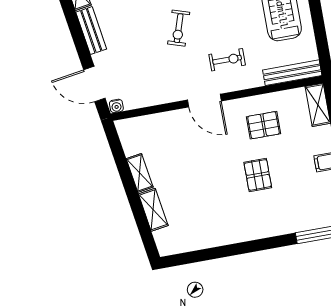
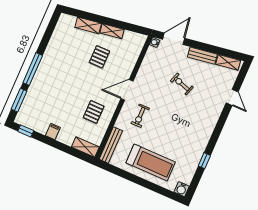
exercise bike: (179, 28) -> (182, 84), moved
pallet: (258, 175) -> (99, 57), moved, turned 90
window: (261, 245) -> (33, 69), added

